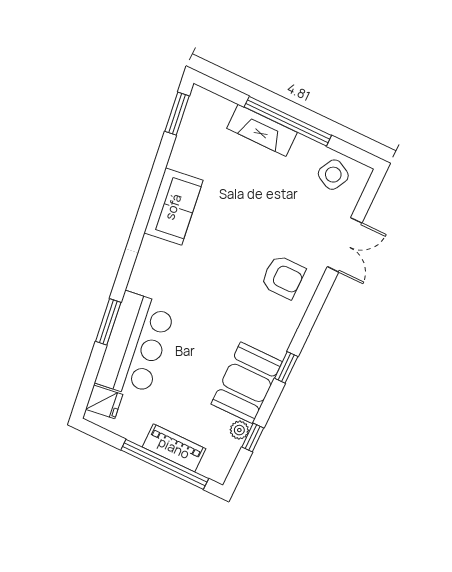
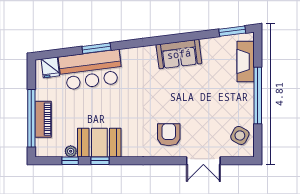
fireplace: (262, 130) -> (246, 61), moved
armchair: (283, 277) -> (169, 135), turned 180
window: (286, 367) -> (100, 161), moved

